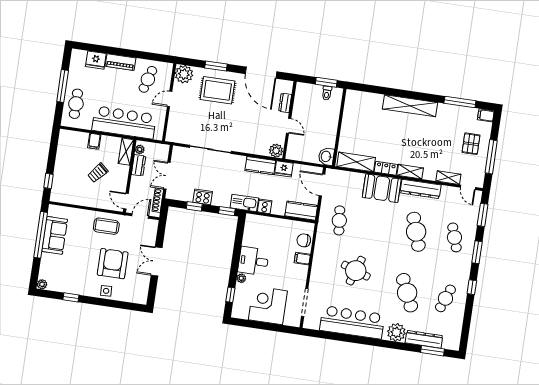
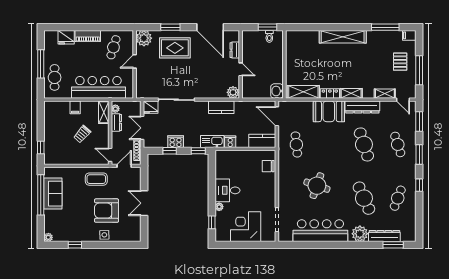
fridge: (284, 169) -> (151, 107), moved
filing cabinet: (302, 259) -> (269, 182), removed
armchair: (113, 264) -> (107, 211), turned -90

